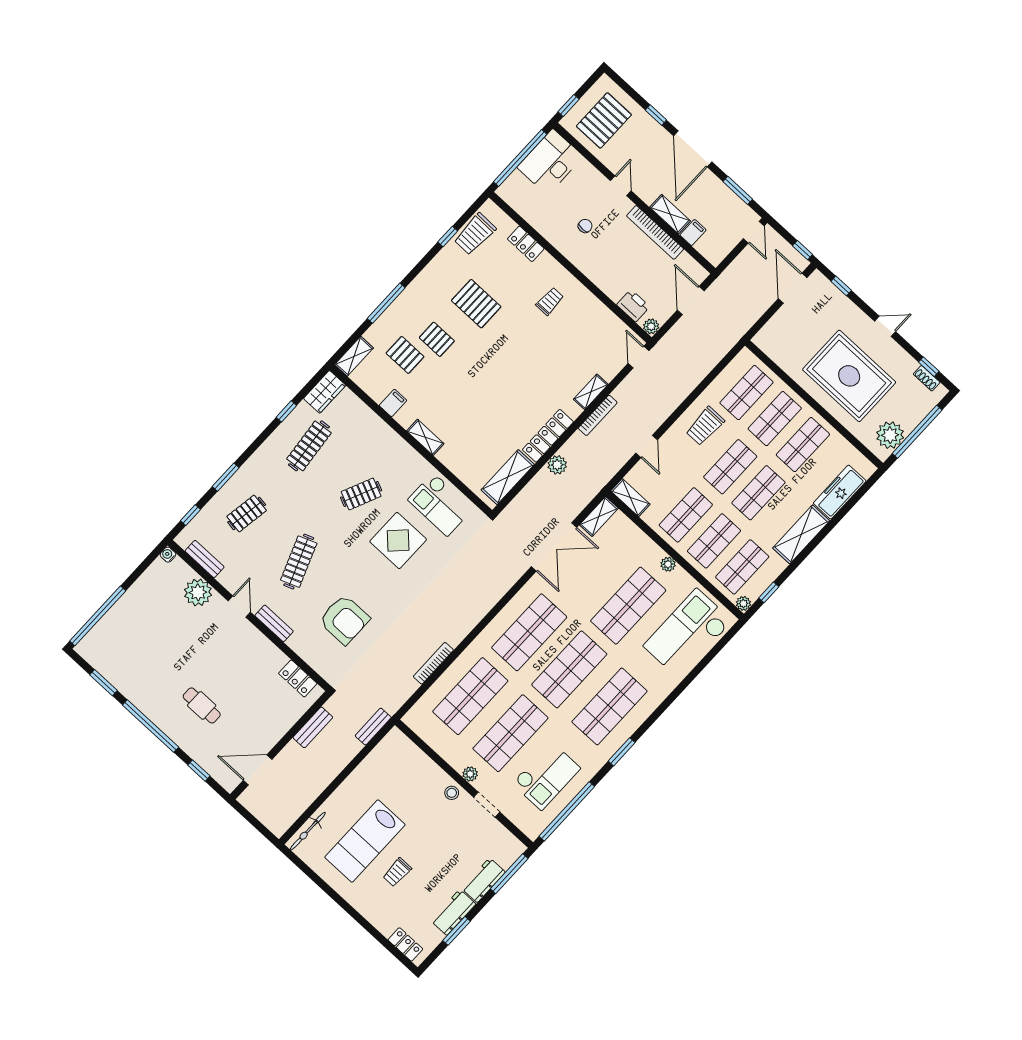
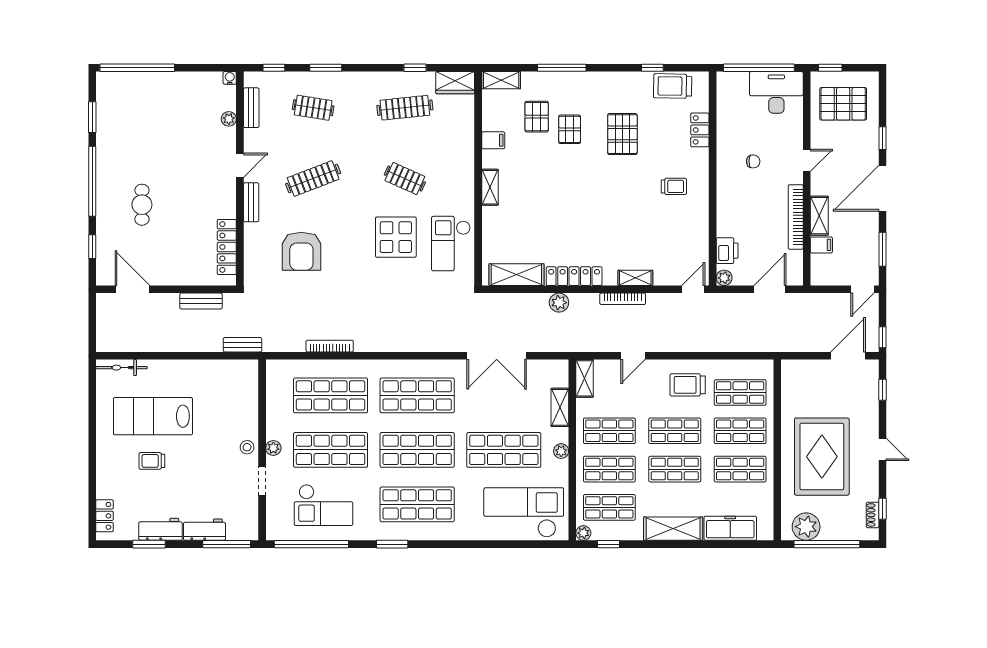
shelving: (599, 517) -> (560, 407), moved, turned 90
plant: (198, 592) -> (229, 119), width x0.53, depth x0.53
locker: (298, 678) -> (227, 247), width x1.53

